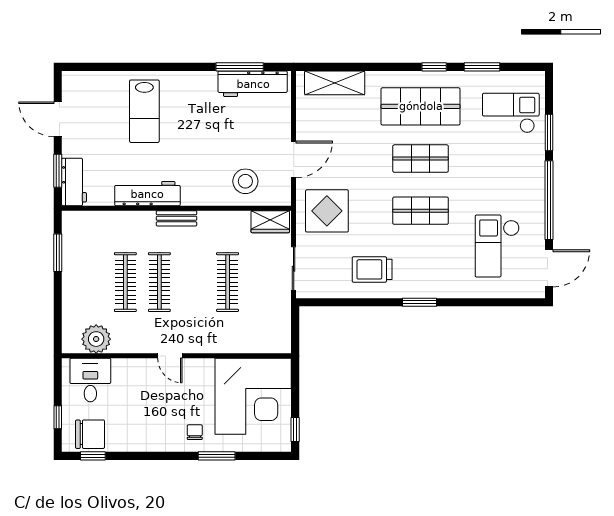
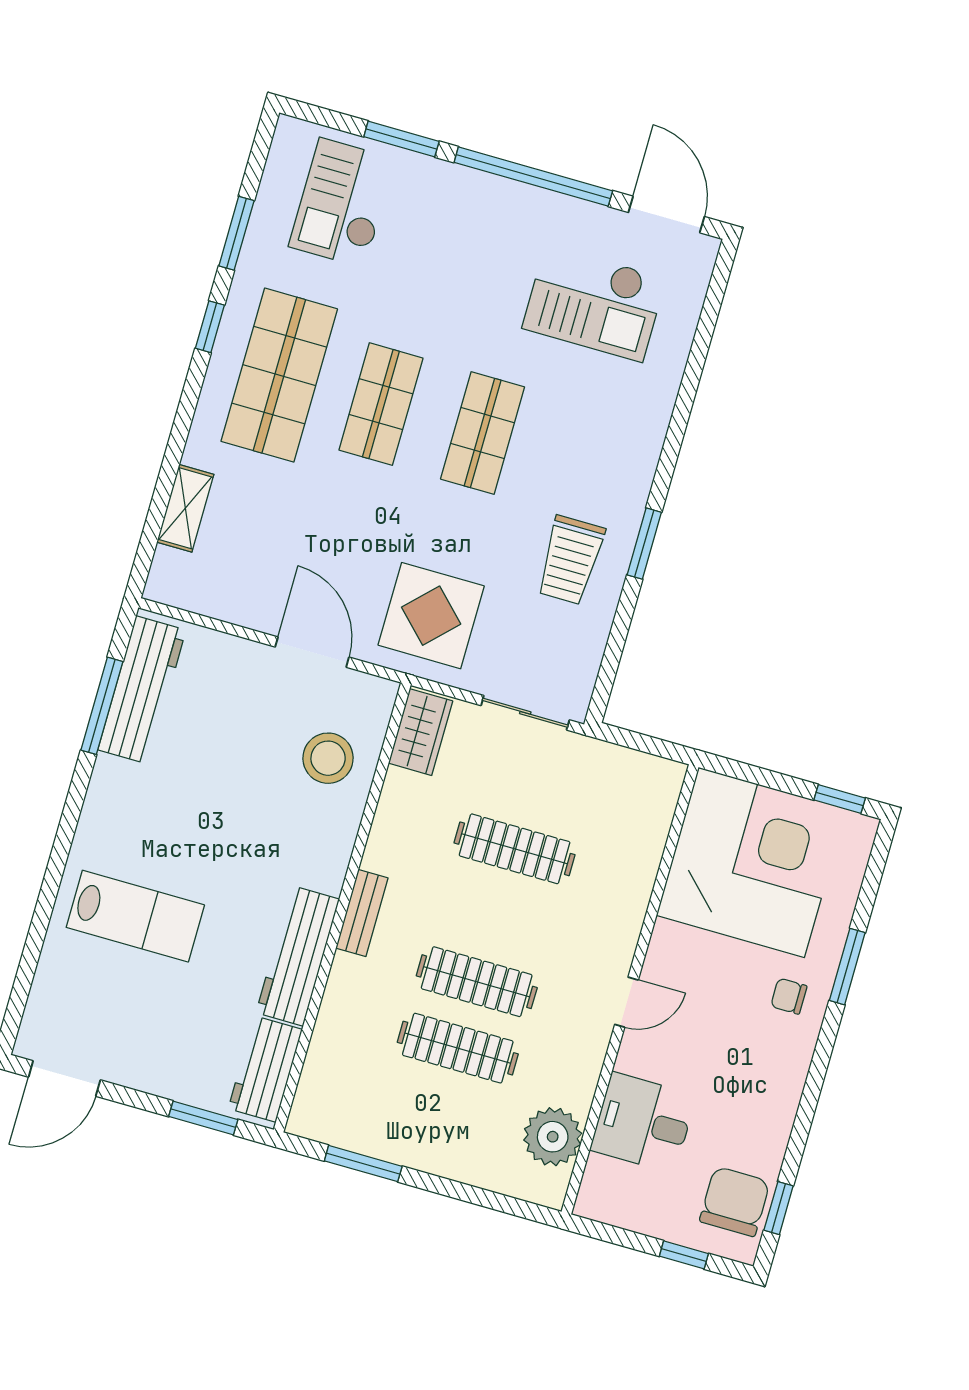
shelving: (335, 83) -> (185, 508), width x0.67, depth x0.75
door: (58, 119) -> (64, 1078), moved
workbench: (74, 182) -> (265, 1069), moved, turned -90
window: (420, 302) -> (644, 544), moved
desk: (90, 380) -> (643, 1123), moved

